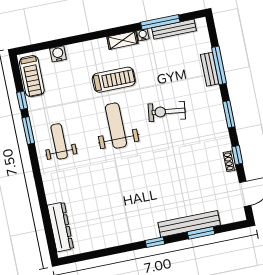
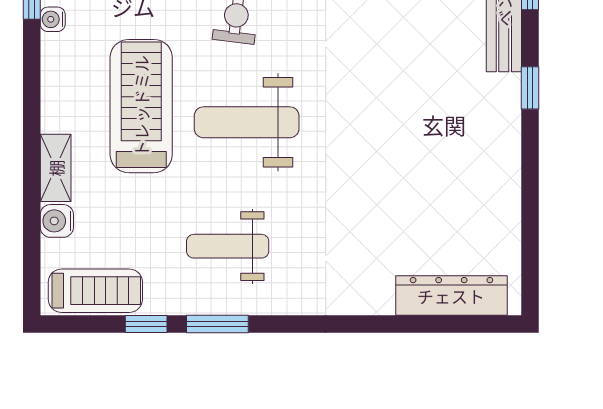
shelving: (122, 40) -> (56, 168), moved
treadmill: (114, 80) -> (141, 106), width x1.37, depth x1.38
weight bench: (59, 141) -> (228, 246), moved

